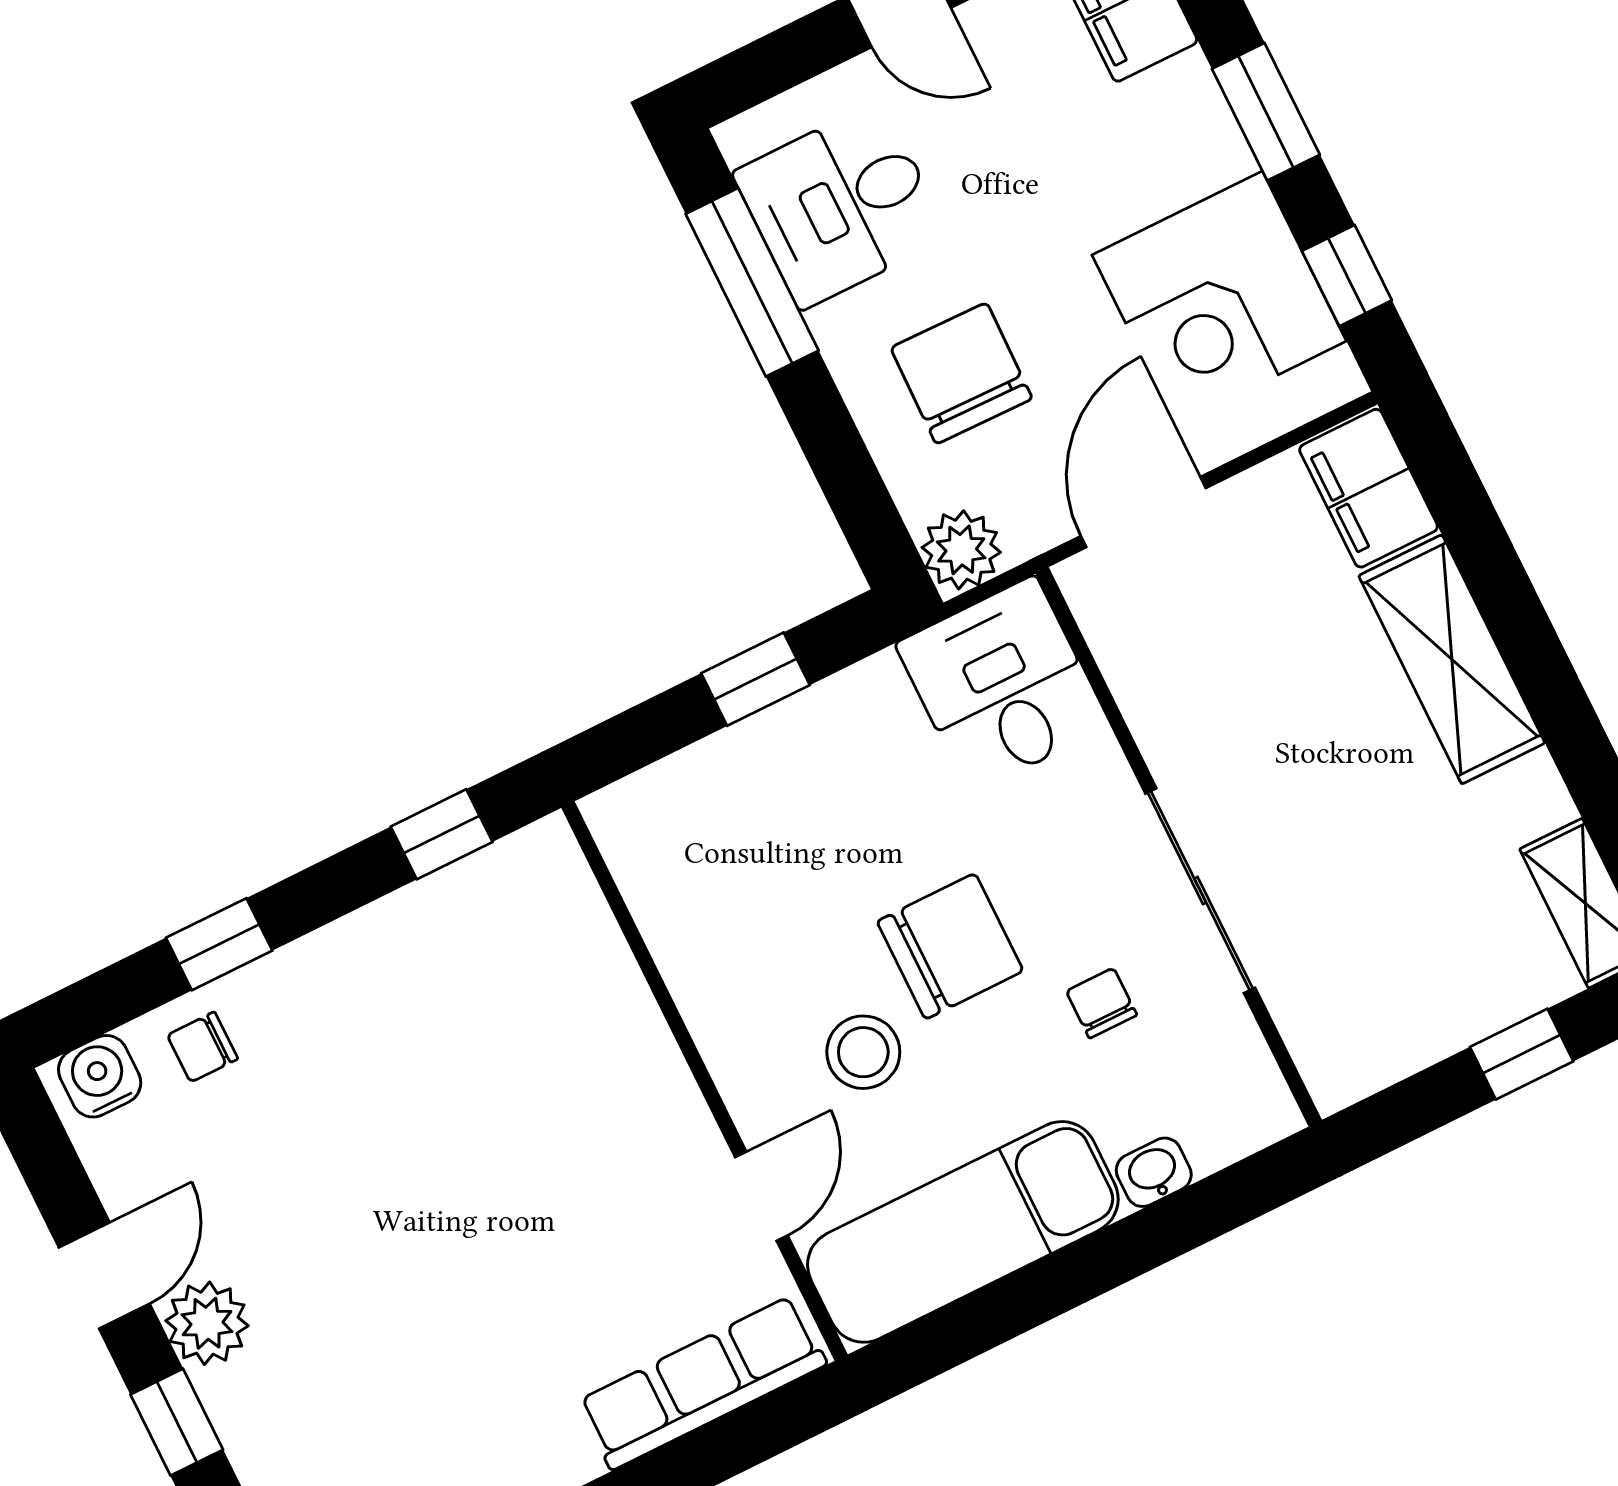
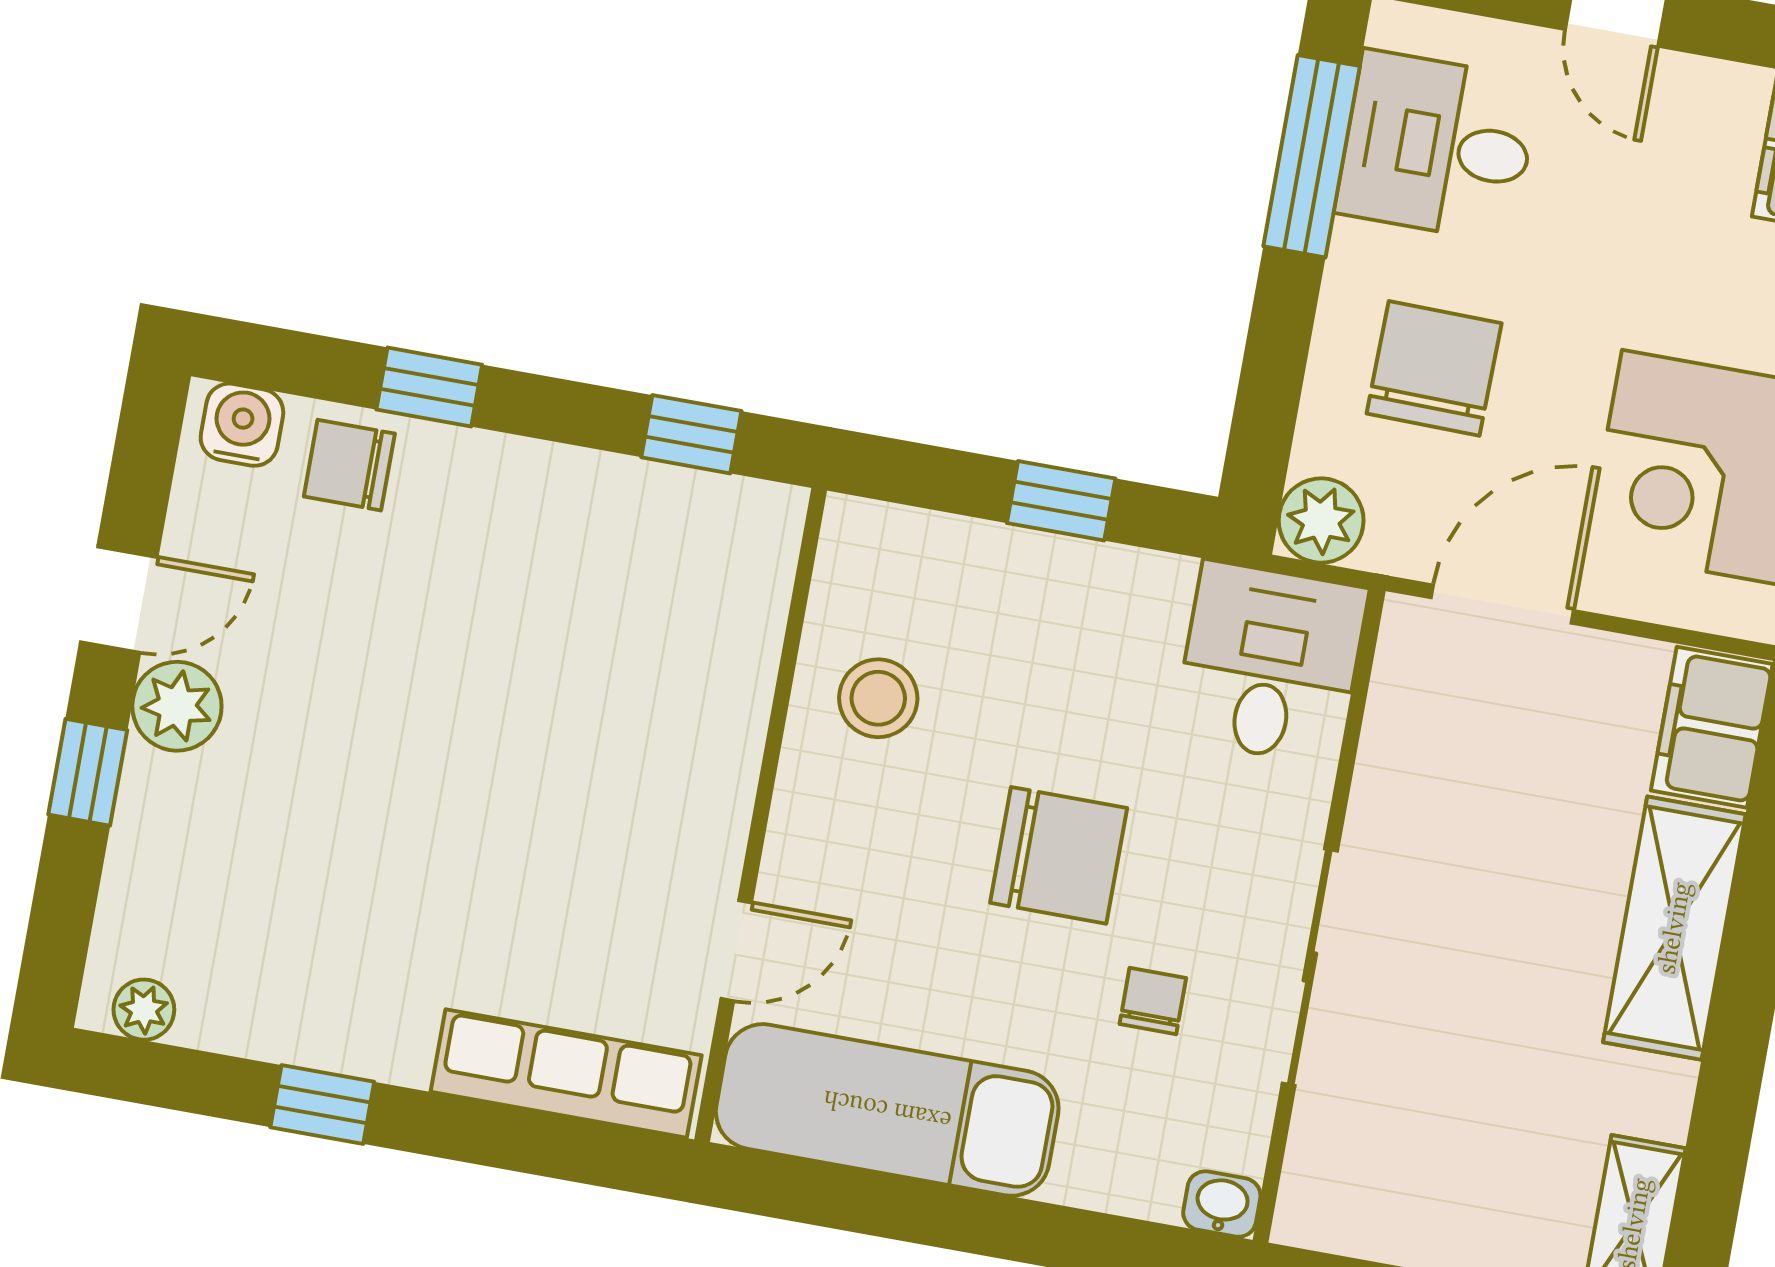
chair: (202, 1047) -> (349, 465), width x1.37, depth x1.37
stool: (863, 1052) -> (878, 698), moved
washbasin: (1154, 1172) -> (1222, 1204), moved

